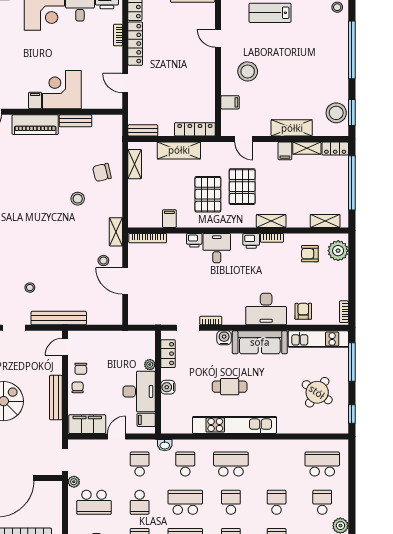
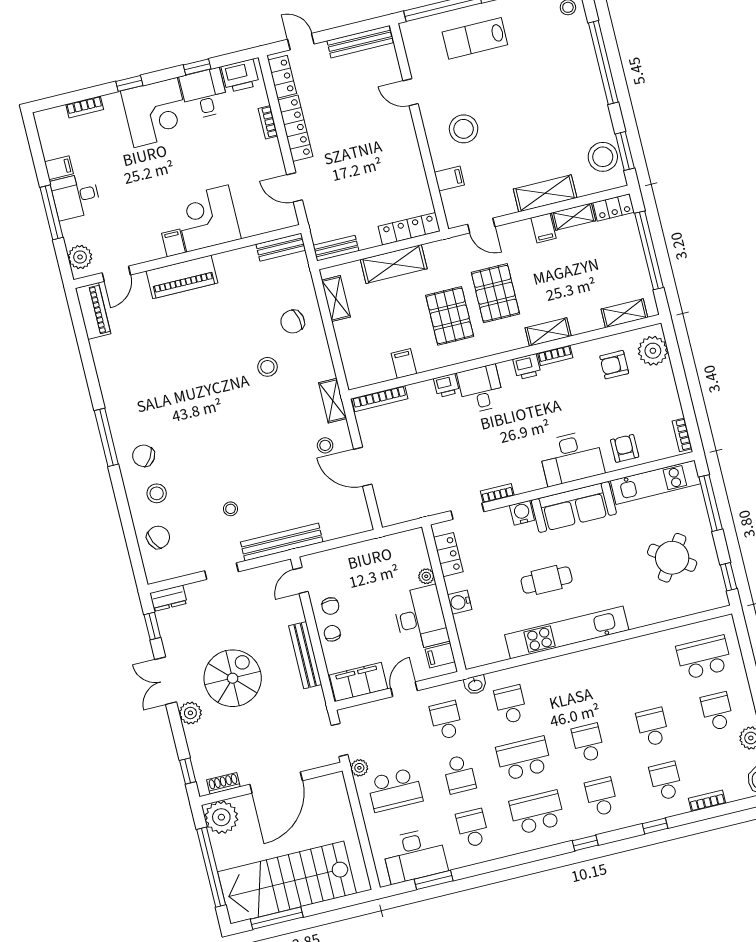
bench: (75, 121) -> (281, 247), moved
school desk: (231, 464) -> (575, 689), removed

